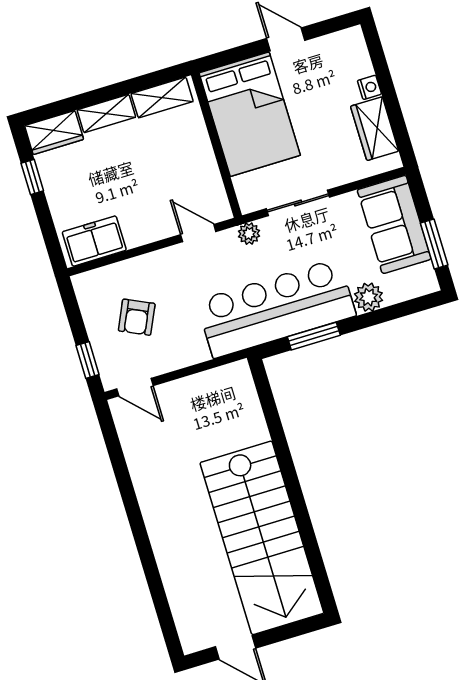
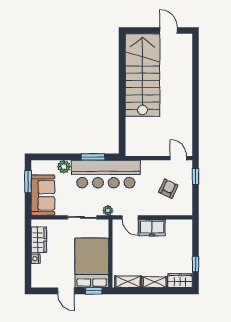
window: (228, 57) -> (94, 291), added
freezer: (94, 241) -> (152, 228), moved

